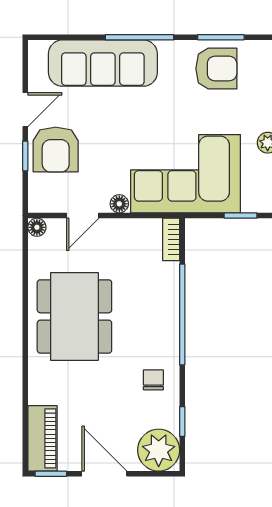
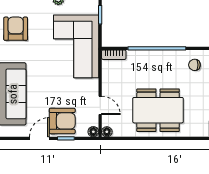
door: (25, 110) -> (39, 138), hinge flipped
floor lamp: (119, 204) -> (93, 132), moved

